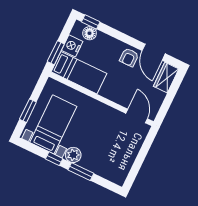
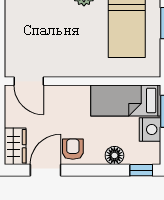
floor lamp: (89, 33) -> (114, 155), moved
door: (154, 52) -> (46, 170), hinge flipped

